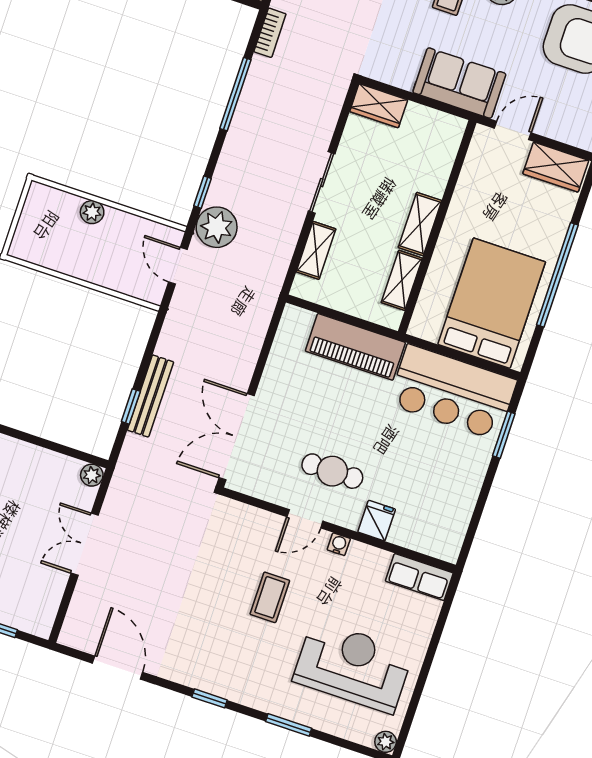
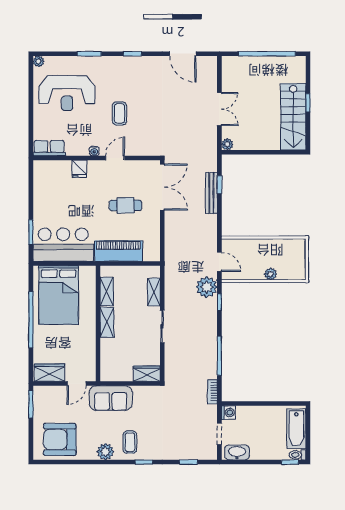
cafe table: (332, 471) -> (125, 205), moved

